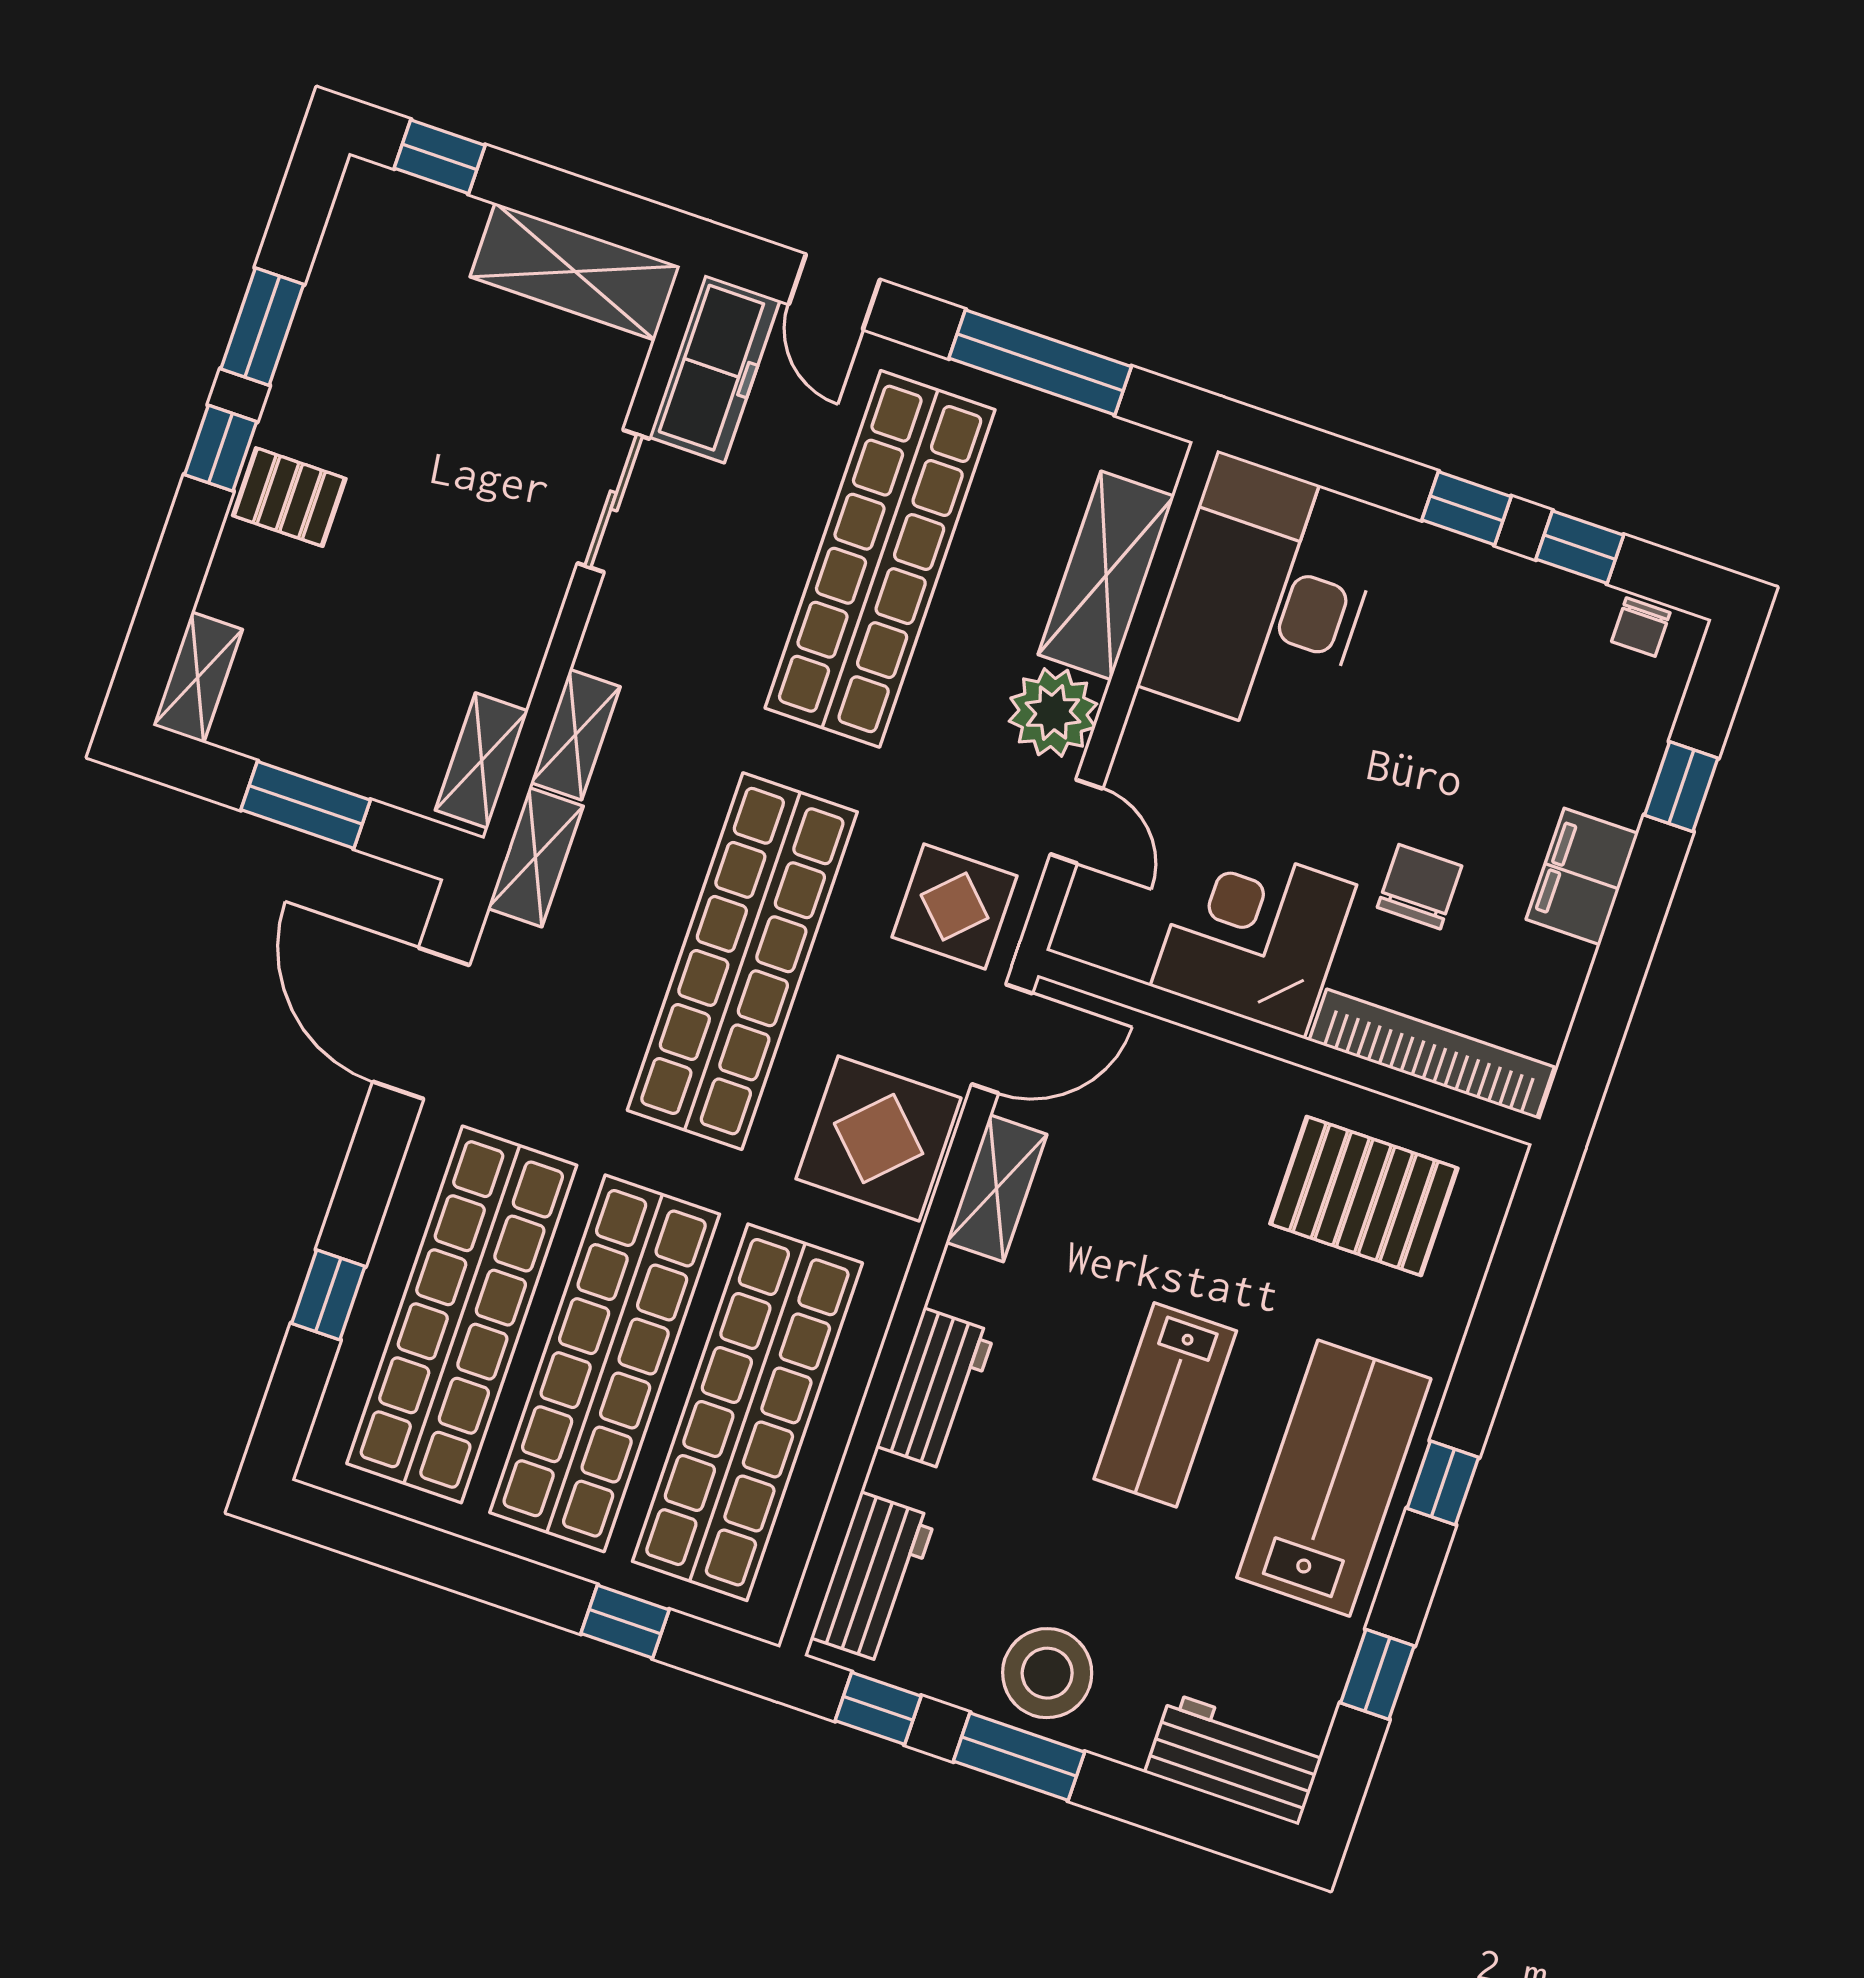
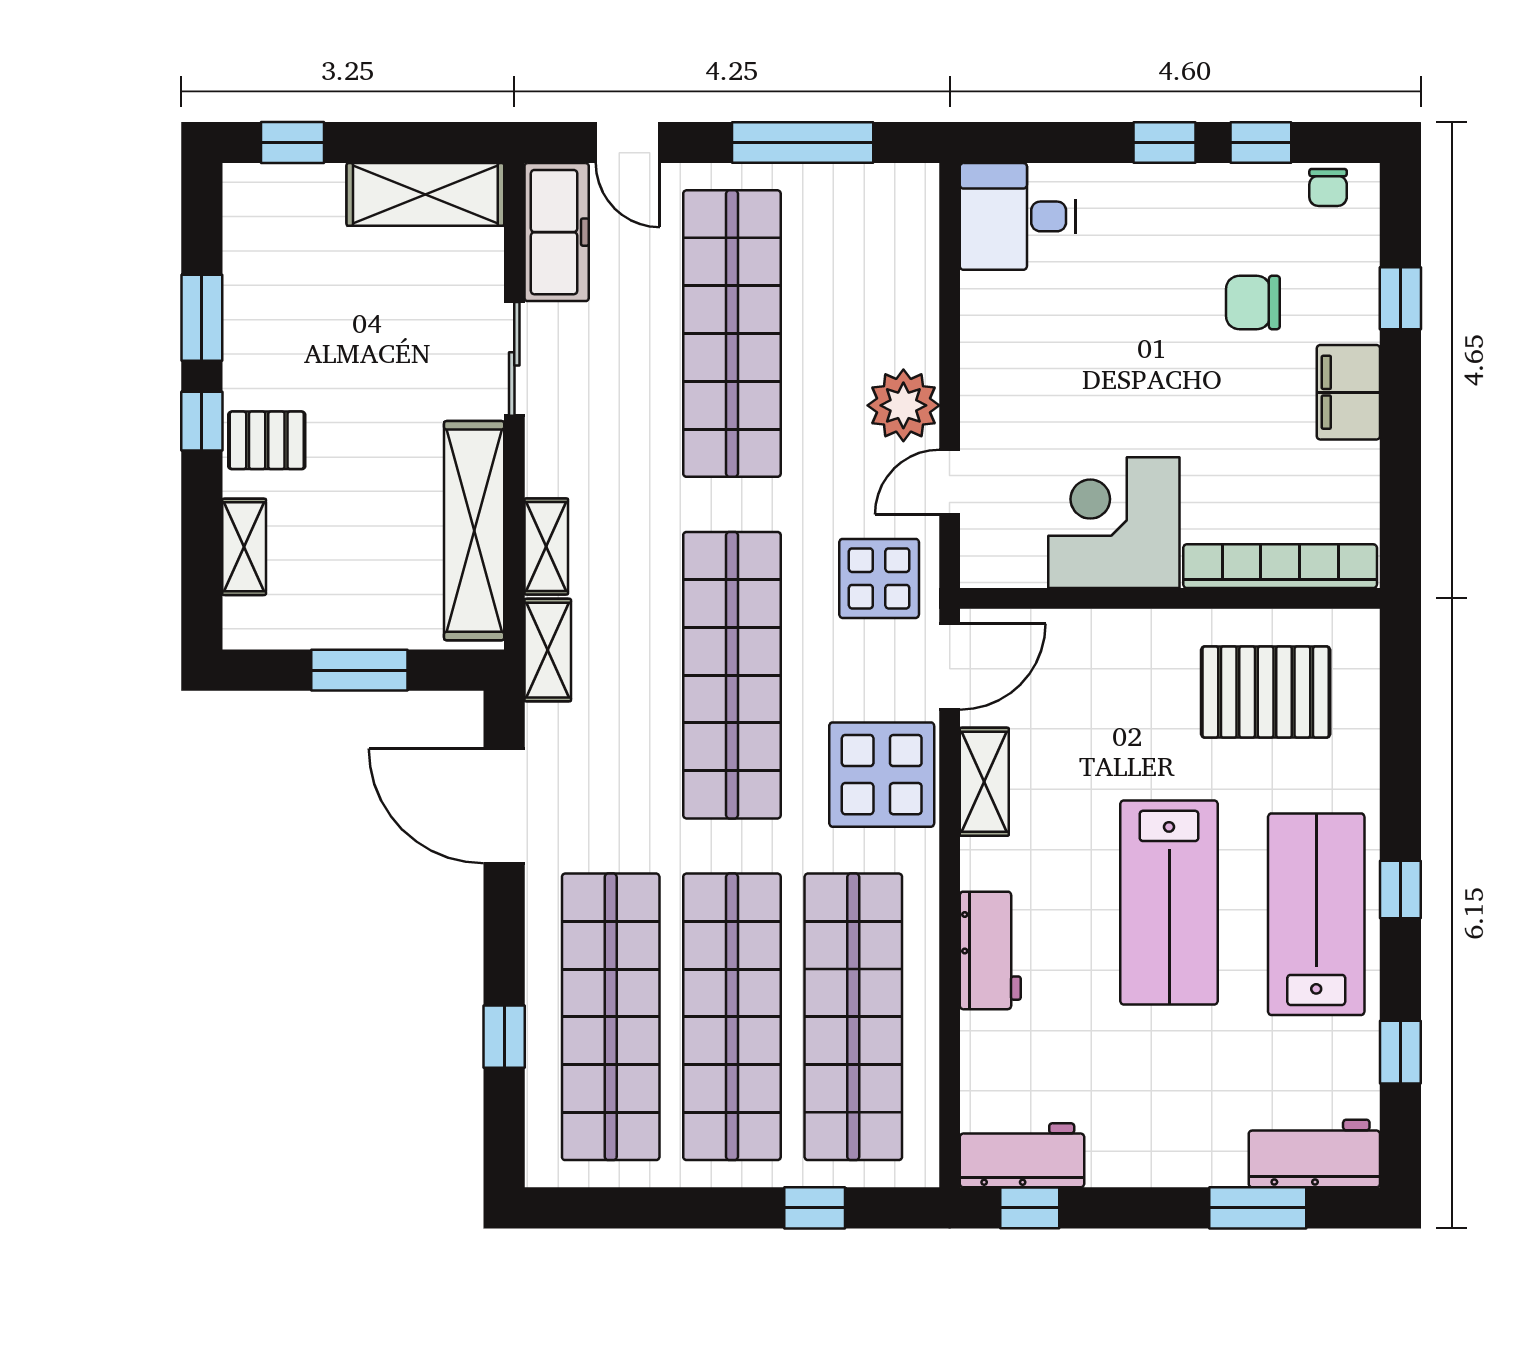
shelving: (1106, 575) -> (908, 287), removed
desk: (1265, 598) -> (1018, 216), width x0.53, depth x0.77
shelving: (198, 677) -> (244, 547), moved
shelving: (482, 760) -> (474, 531), width x2.20, depth x1.33
door: (1076, 821) -> (950, 482), swing flipped
chair: (1420, 887) -> (1253, 303), moved, turned -90
lab bench: (1165, 1405) -> (1169, 902), width x1.36, depth x1.39
workbench: (873, 1578) -> (1022, 1155), moved, turned -90
stool: (1047, 1673) -> (1149, 1137), removed
window: (1019, 1757) -> (1258, 1208), moved

